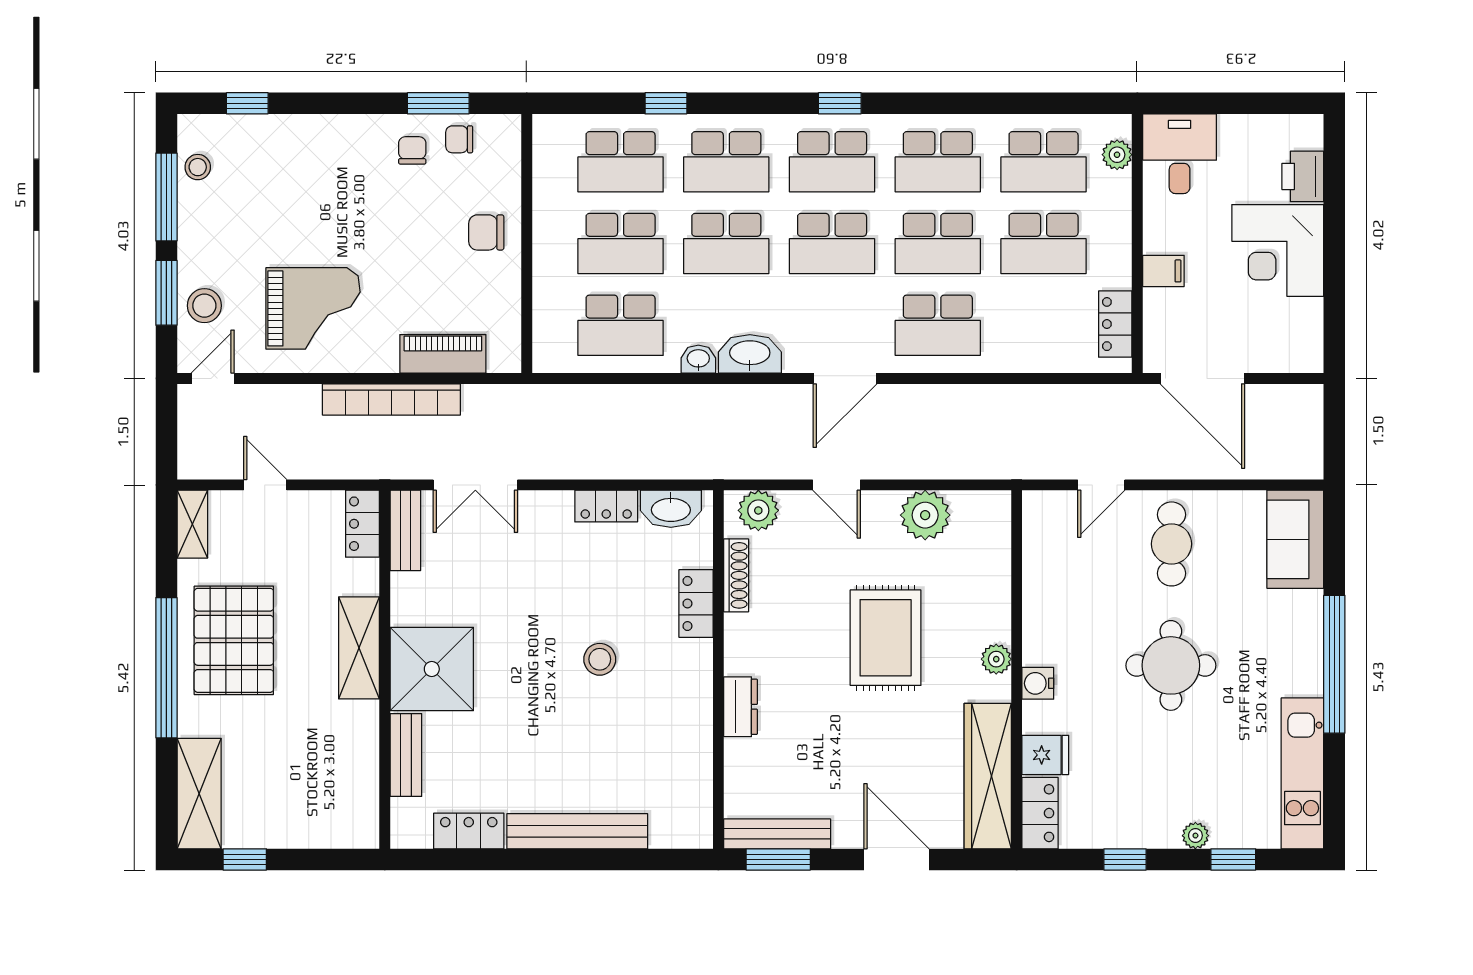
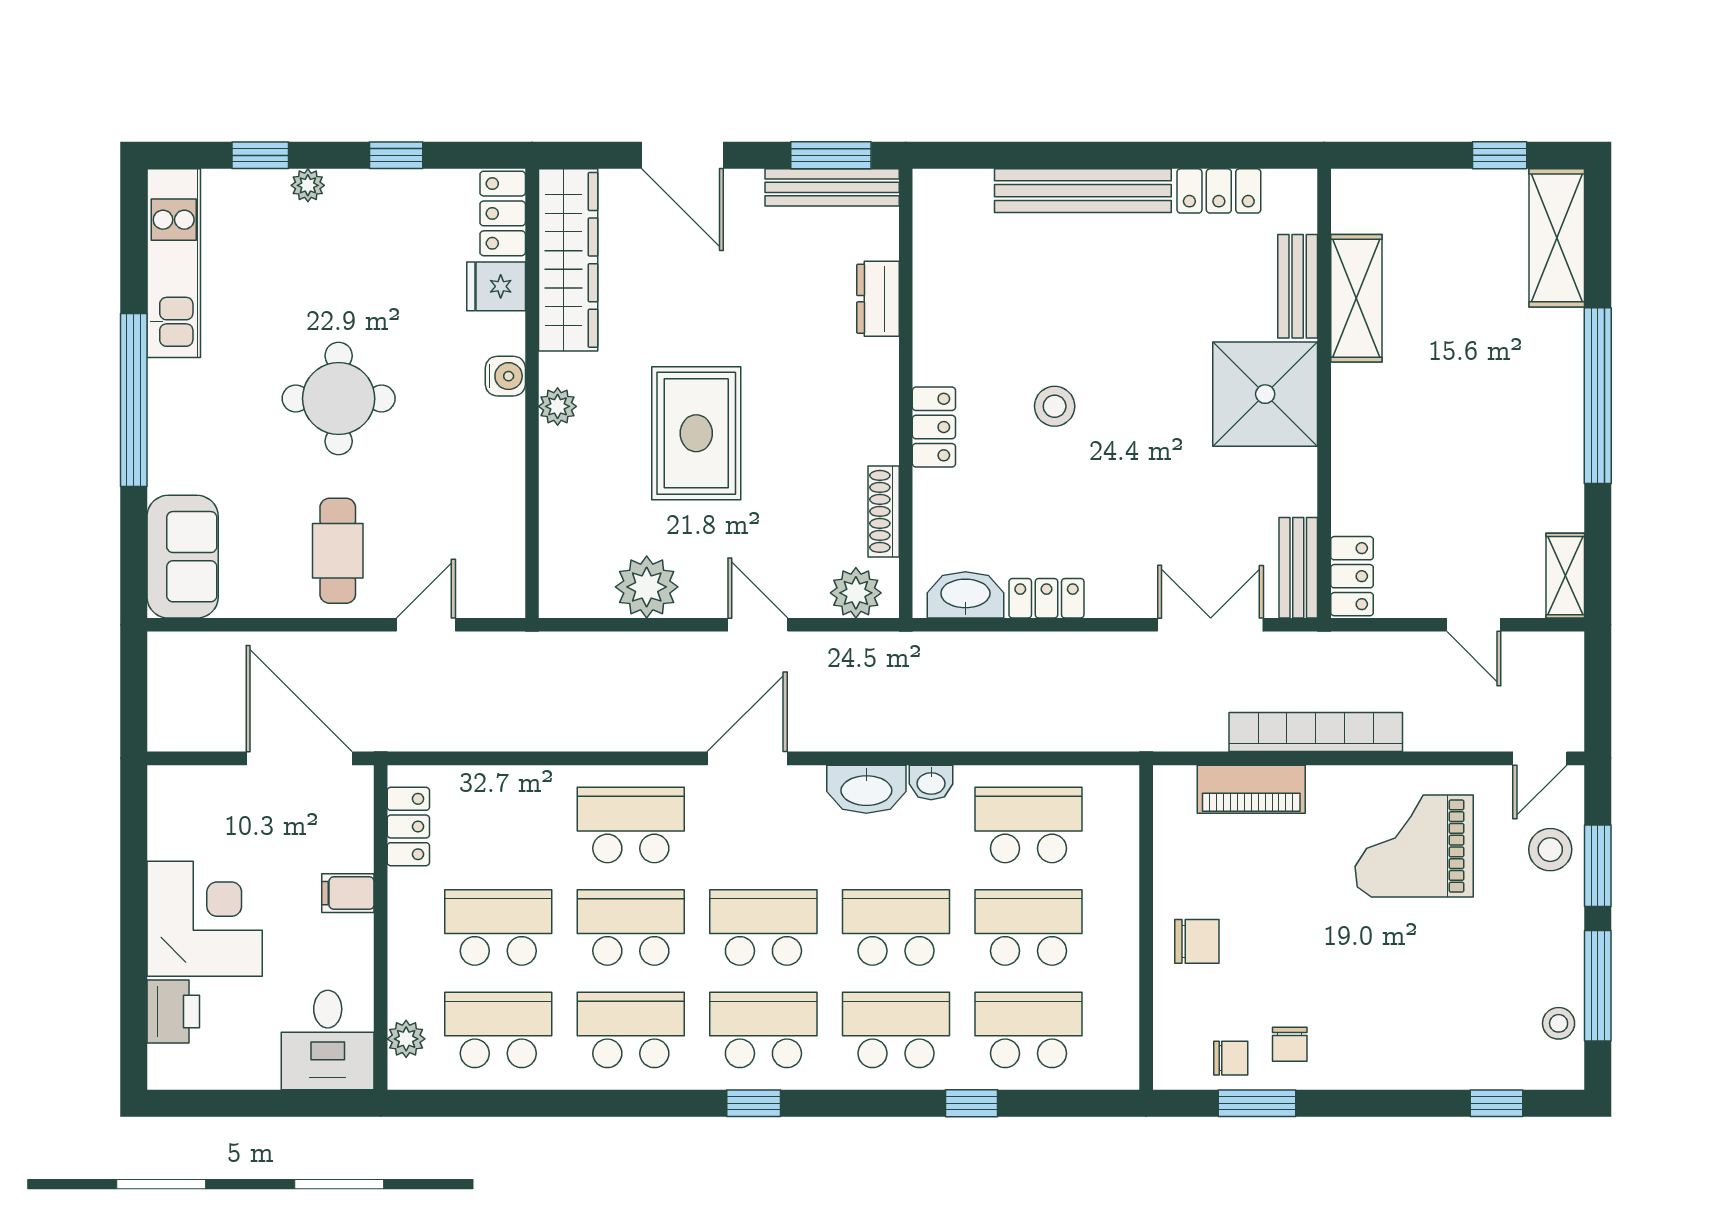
locker: (696, 603) -> (934, 427), moved
pallet: (234, 640) -> (1513, 430), removed
shelving: (359, 648) -> (1356, 298), moved
dresser: (741, 707) -> (878, 299), moved

